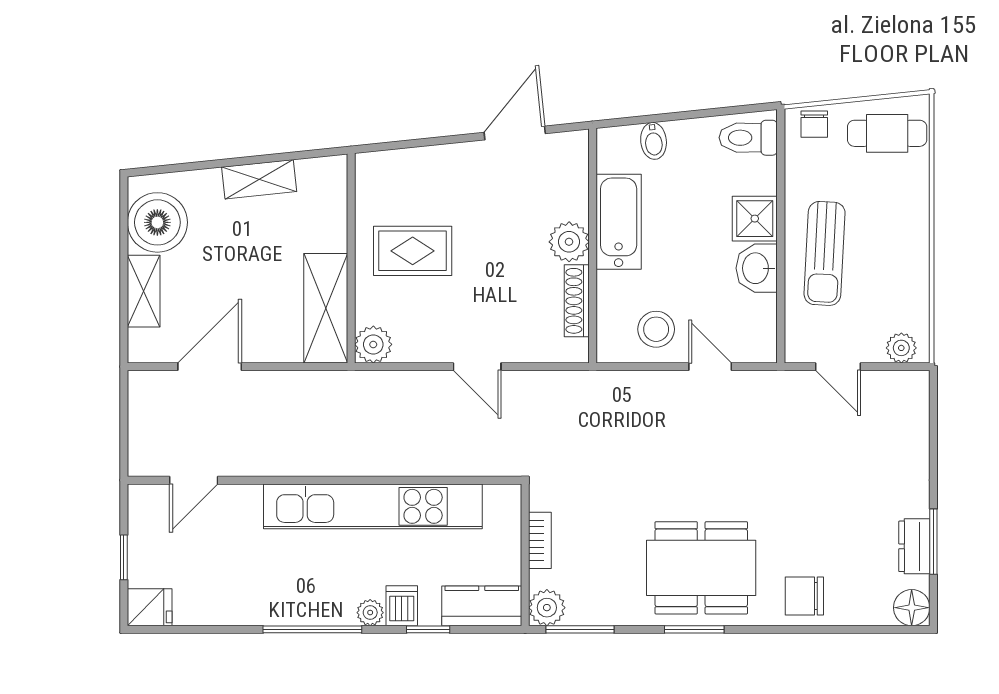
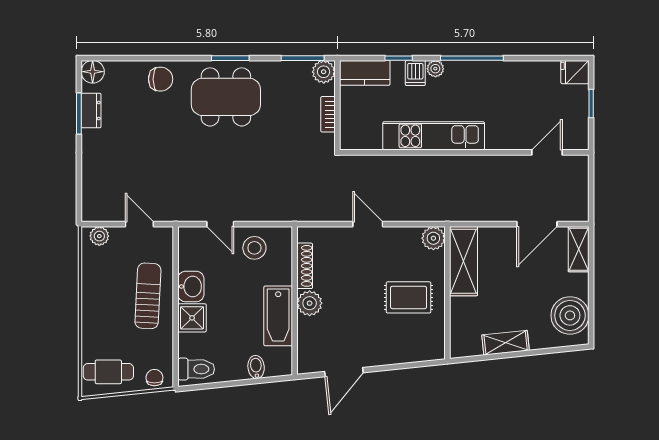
shelving: (144, 291) -> (579, 249), moved
kitchen unit: (373, 506) -> (434, 136), width x0.73

